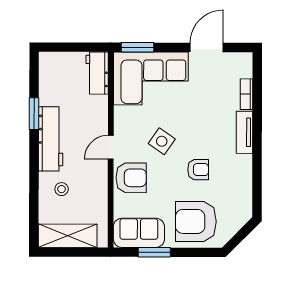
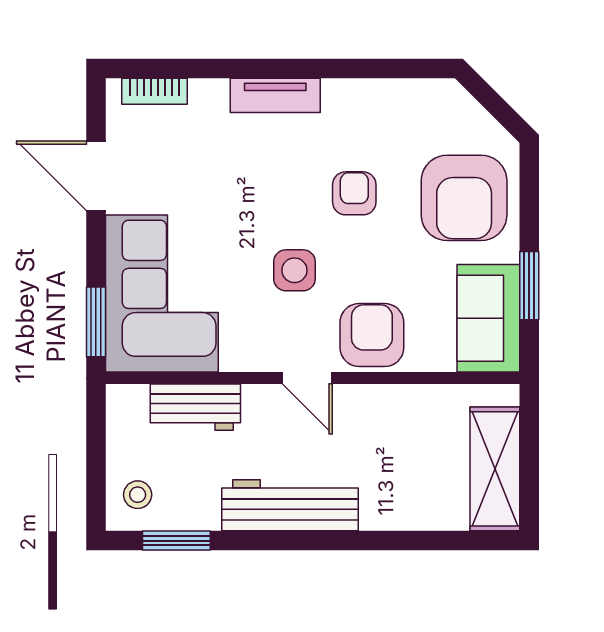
workbench: (97, 73) -> (195, 407), moved
bookcase: (246, 94) -> (155, 91), moved
window: (34, 114) -> (176, 541), moved
side table: (162, 141) -> (294, 270), turned -35
stool: (62, 189) -> (138, 495), moved

